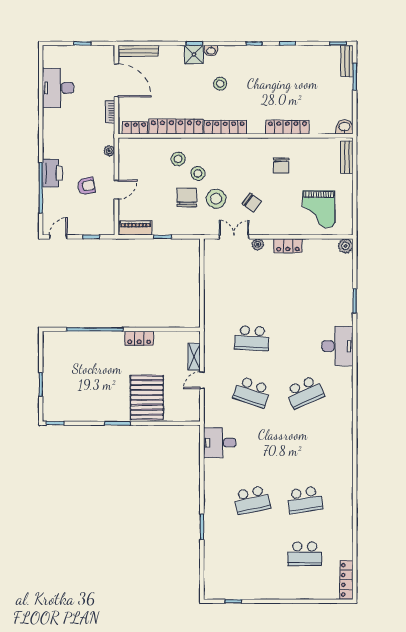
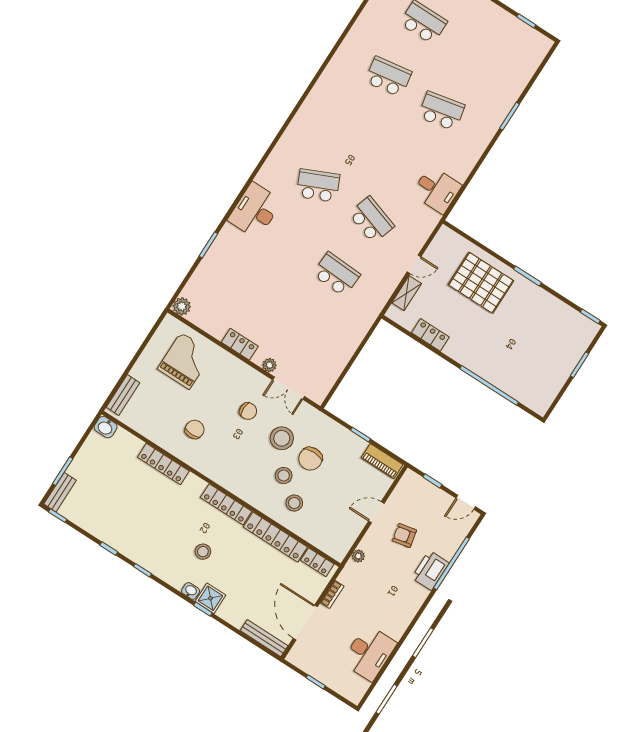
chair: (252, 203) -> (248, 411), turned 143
locker: (139, 338) -> (430, 335), moved
pallet: (147, 397) -> (481, 283), turned 90

